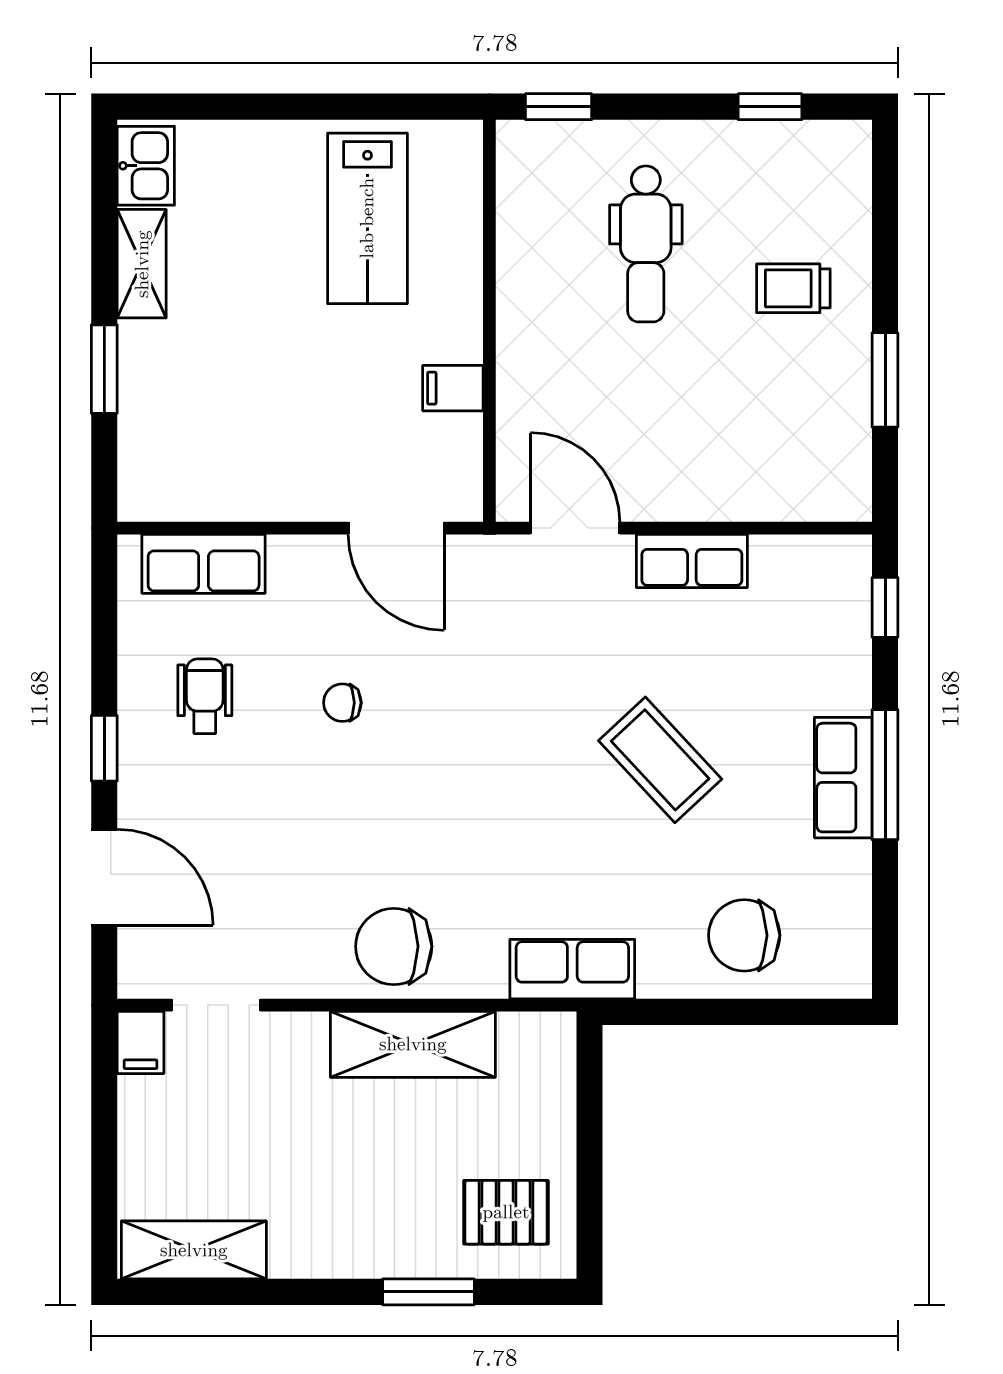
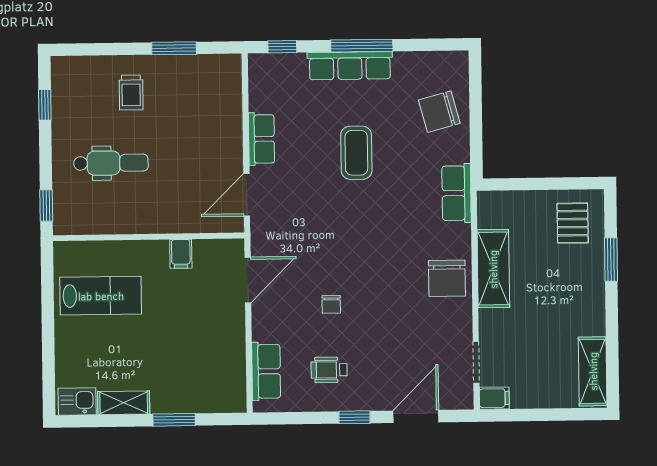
coffee table: (660, 760) -> (356, 153), turned -47
row of seats: (843, 778) -> (350, 66), width x1.48
chair: (744, 935) -> (439, 112), turned 75

